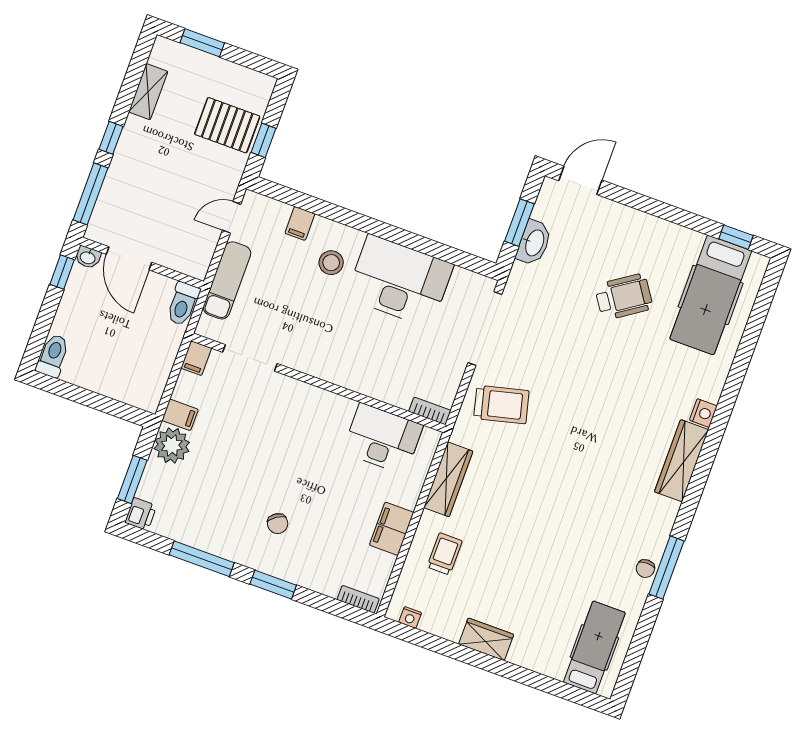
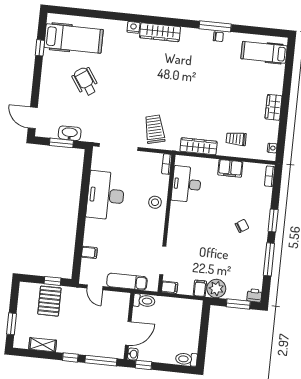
window: (736, 237) -> (40, 48), moved
stool: (331, 263) -> (155, 202), moved

